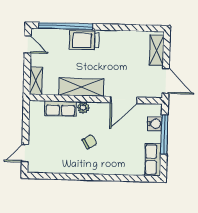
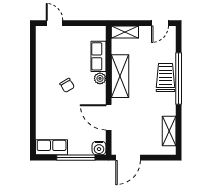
window: (66, 26) -> (179, 79), moved
shelving: (157, 50) -> (169, 131), moved, turned 90
water cooler: (155, 124) -> (99, 148), moved

